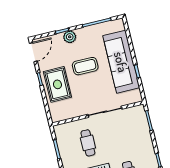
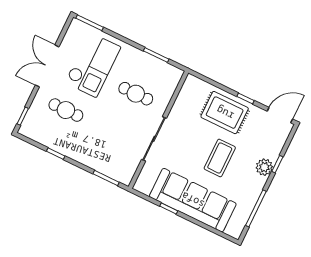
door: (33, 52) -> (280, 115), swing flipped

